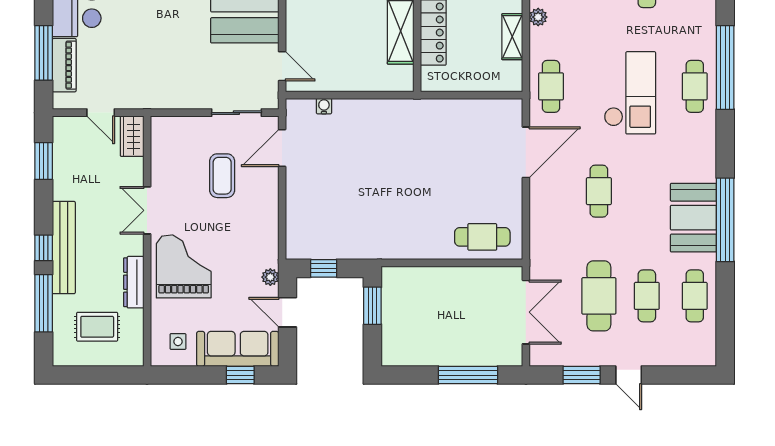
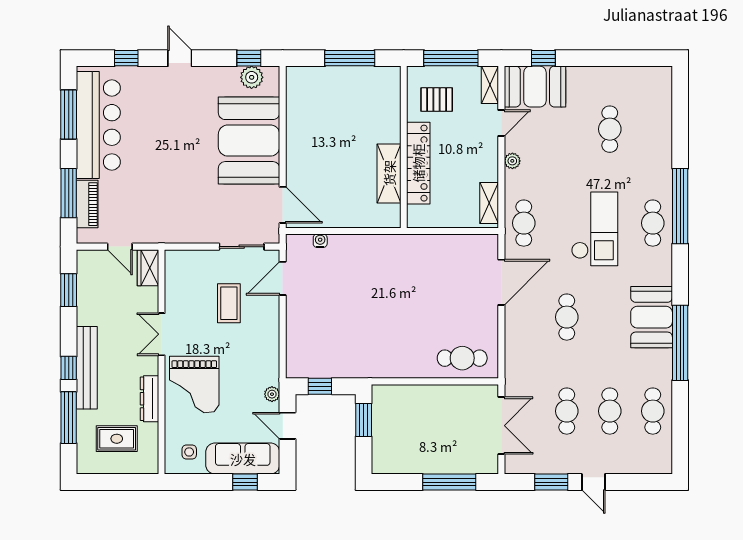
shelving: (512, 37) -> (489, 203), moved
door: (282, 66) -> (283, 205), width x1.38
booth: (693, 218) -> (652, 317), moved
grand piano: (184, 266) -> (194, 385), turned 180
cafe table: (599, 296) -> (567, 411), width x0.73, depth x0.74

